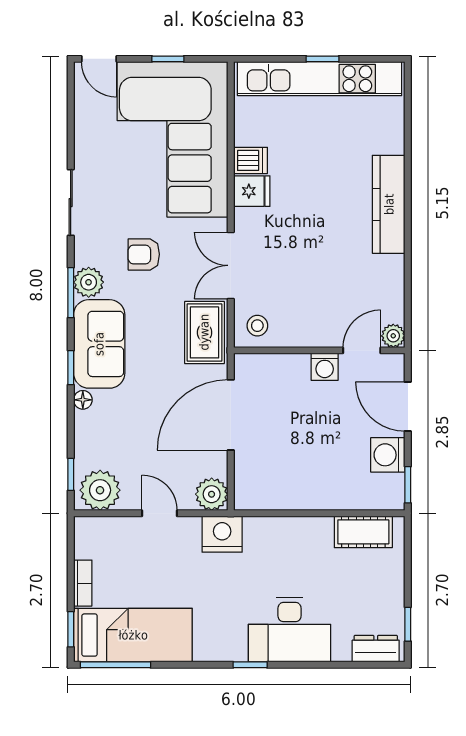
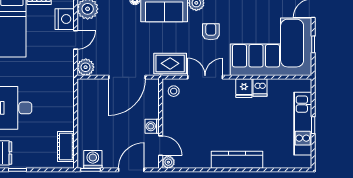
kitchen unit: (320, 79) -> (303, 124), width x0.73
door: (231, 415) -> (127, 77), swing flipped
washing machine: (388, 455) -> (93, 159), moved
nightstand: (222, 534) -> (65, 19), moved

